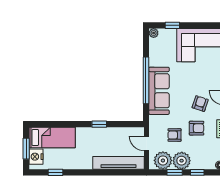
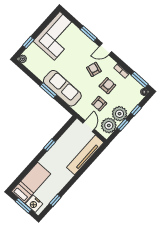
window: (146, 80) -> (48, 91), width x0.47
door: (147, 143) -> (89, 126), swing flipped

